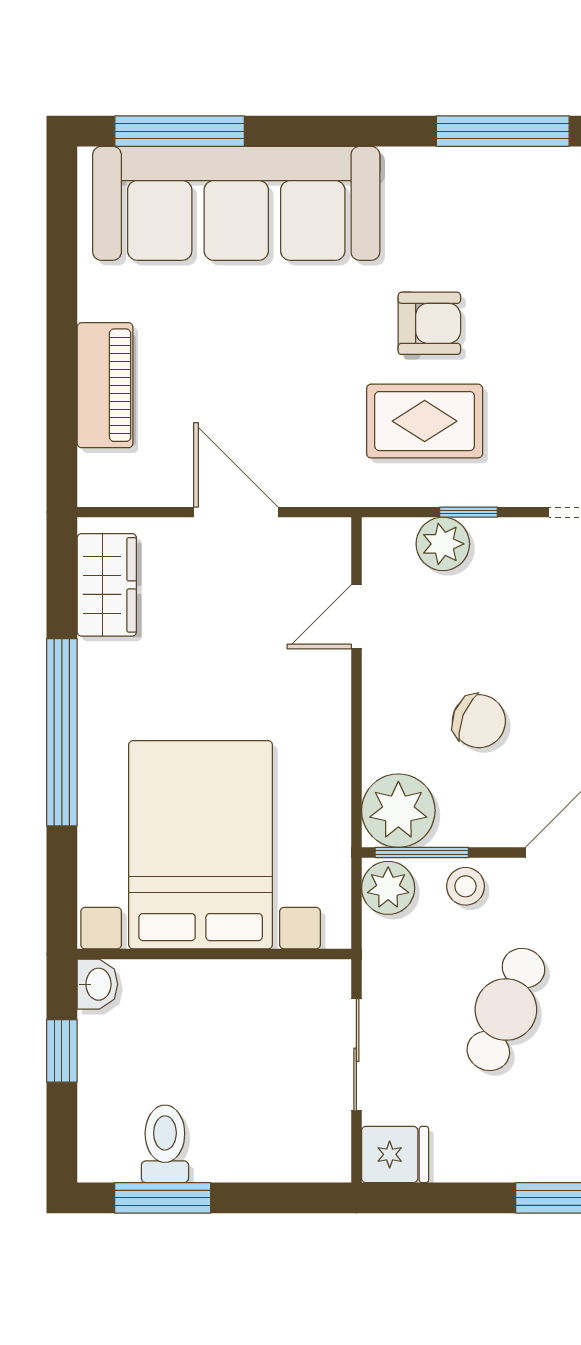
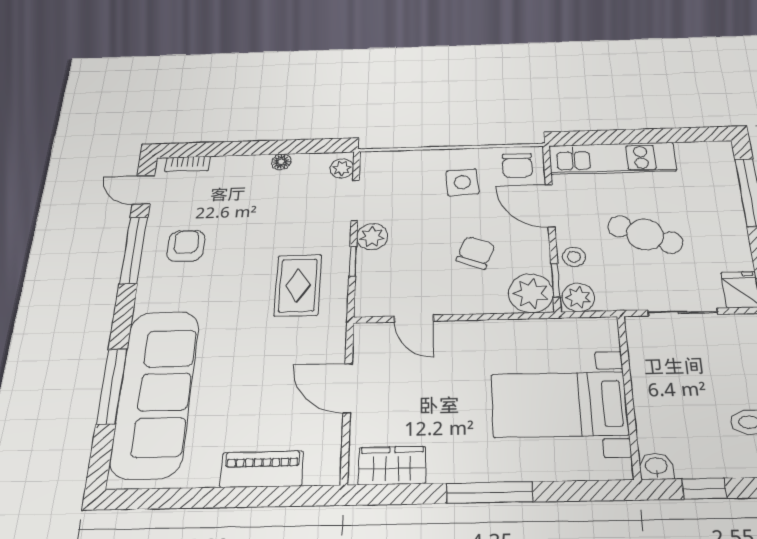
window: (180, 131) -> (112, 386), moved
armchair: (429, 323) -> (186, 246), moved
door: (236, 512) -> (348, 388), hinge flipped
plant: (443, 544) -> (372, 237), moved
window: (62, 732) -> (490, 493), width x0.68
bed with nightstands: (201, 845) -> (559, 404), width x0.73
window: (422, 852) -> (555, 280), width x0.67

